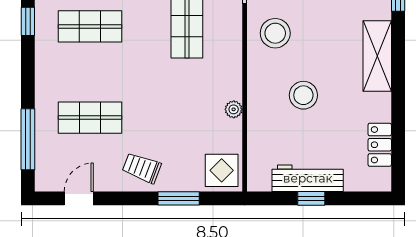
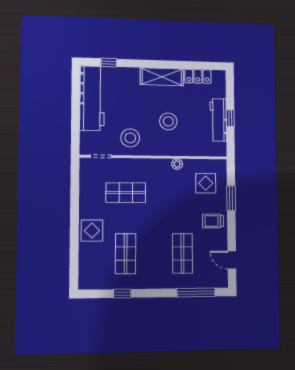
shelving: (377, 56) -> (162, 77), moved
trolley: (142, 168) -> (213, 221), turned 69
display table: (222, 170) -> (206, 183), moved

